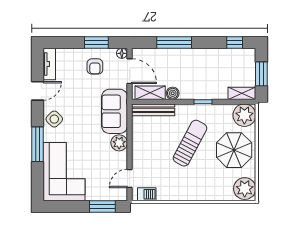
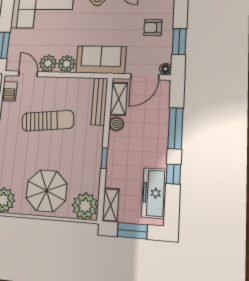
window: (235, 42) -> (173, 174), moved
freezer: (230, 58) -> (154, 193), added
armchair: (95, 66) -> (153, 28), moved
sun lounger: (190, 143) -> (48, 121), moved, turned -34
plant: (119, 160) -> (48, 63), added

